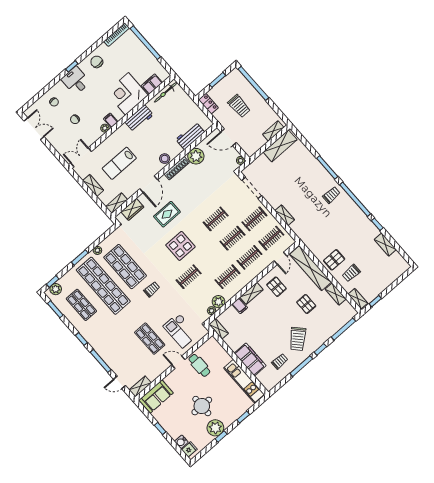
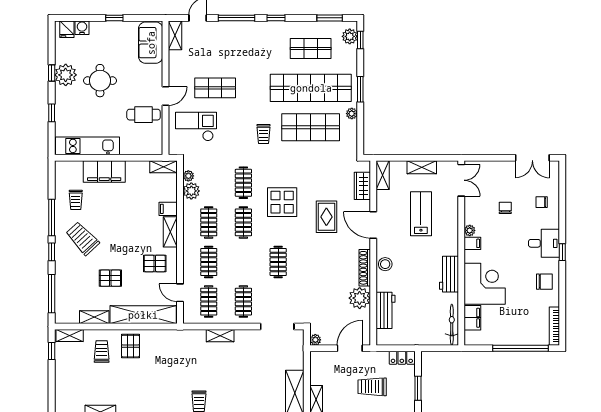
clothes rail: (232, 238) -> (243, 222), moved

